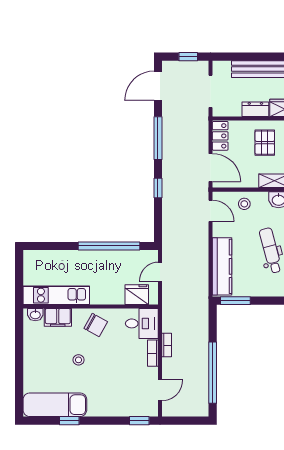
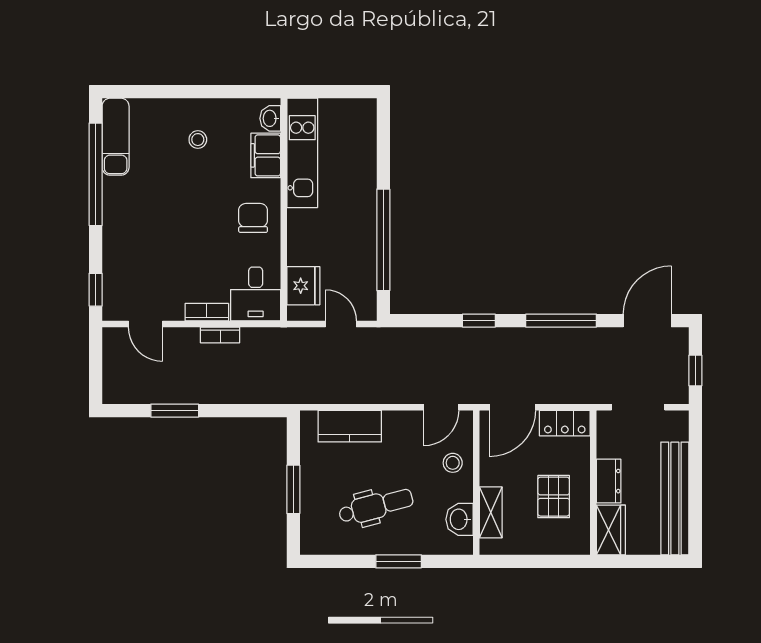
door: (158, 86) -> (647, 321), hinge flipped
pallet: (265, 143) -> (554, 497), turned 90
kitchen counter: (222, 266) -> (350, 426), width x0.67
window: (235, 301) -> (293, 489), moved
chair: (96, 325) -> (253, 218), turned 151
stool: (79, 360) -> (198, 140), moved
window: (213, 373) -> (175, 411), width x0.47
exam couch: (55, 405) -> (116, 137), width x0.73, depth x0.69
window: (69, 421) -> (96, 174), width x3.17

